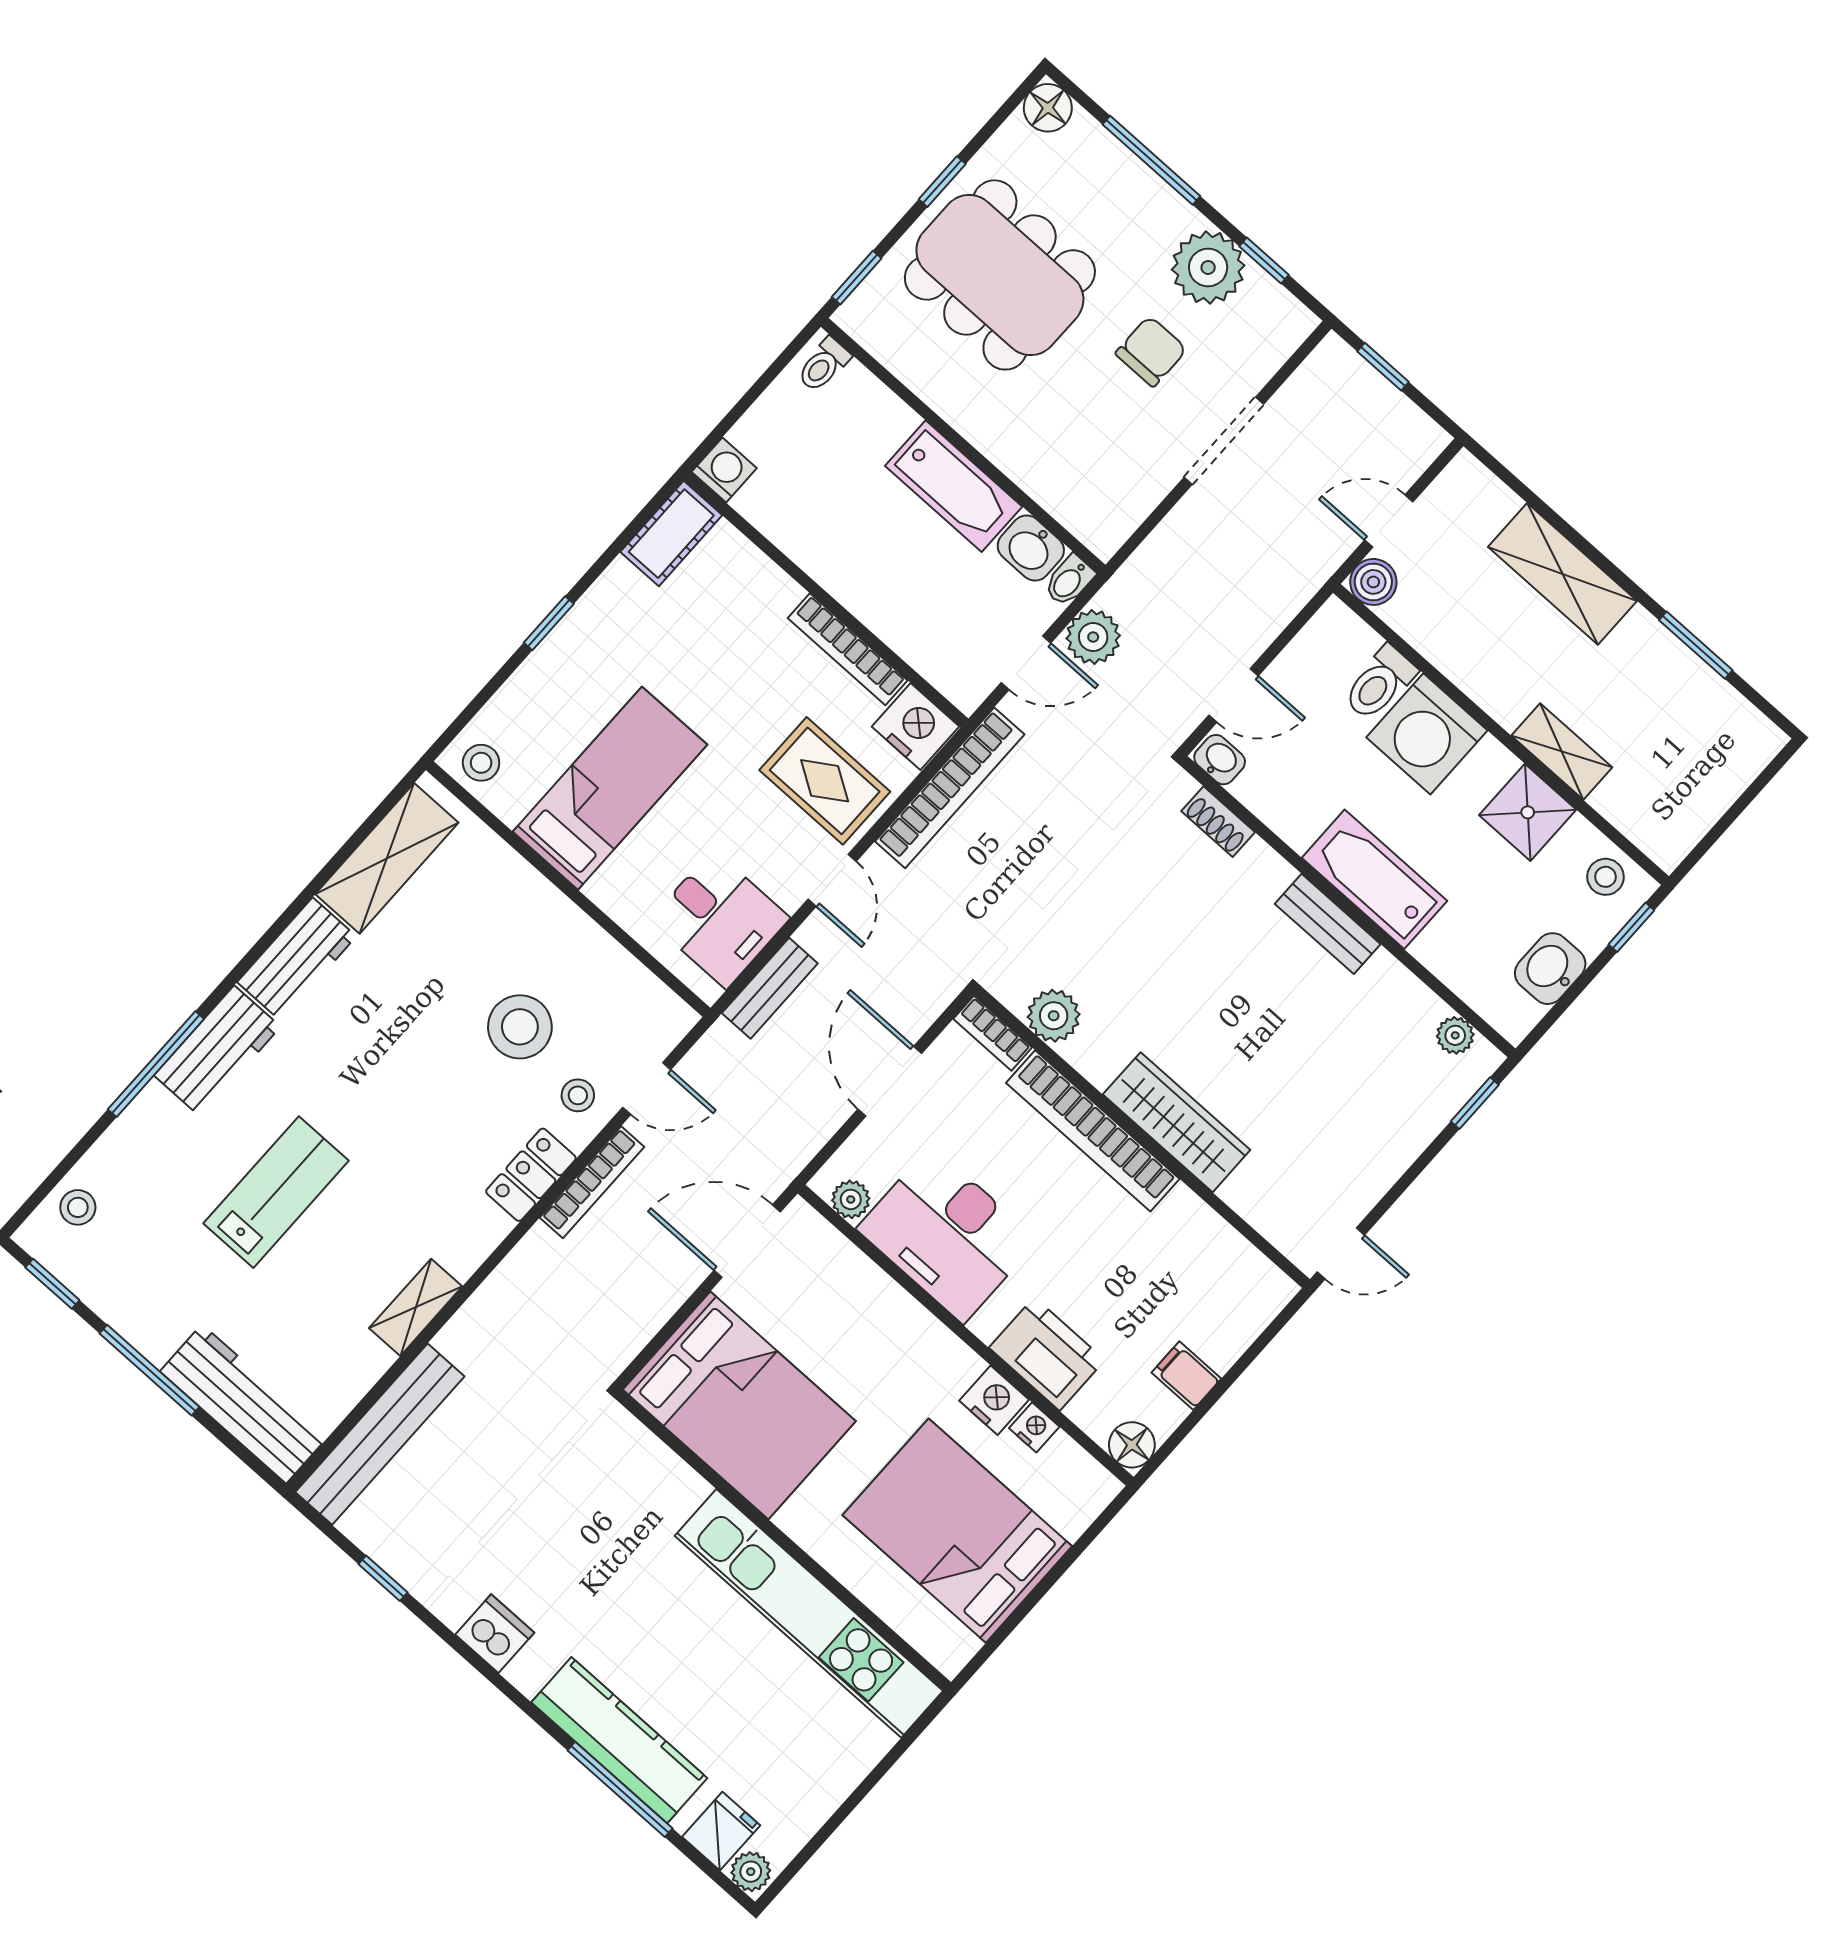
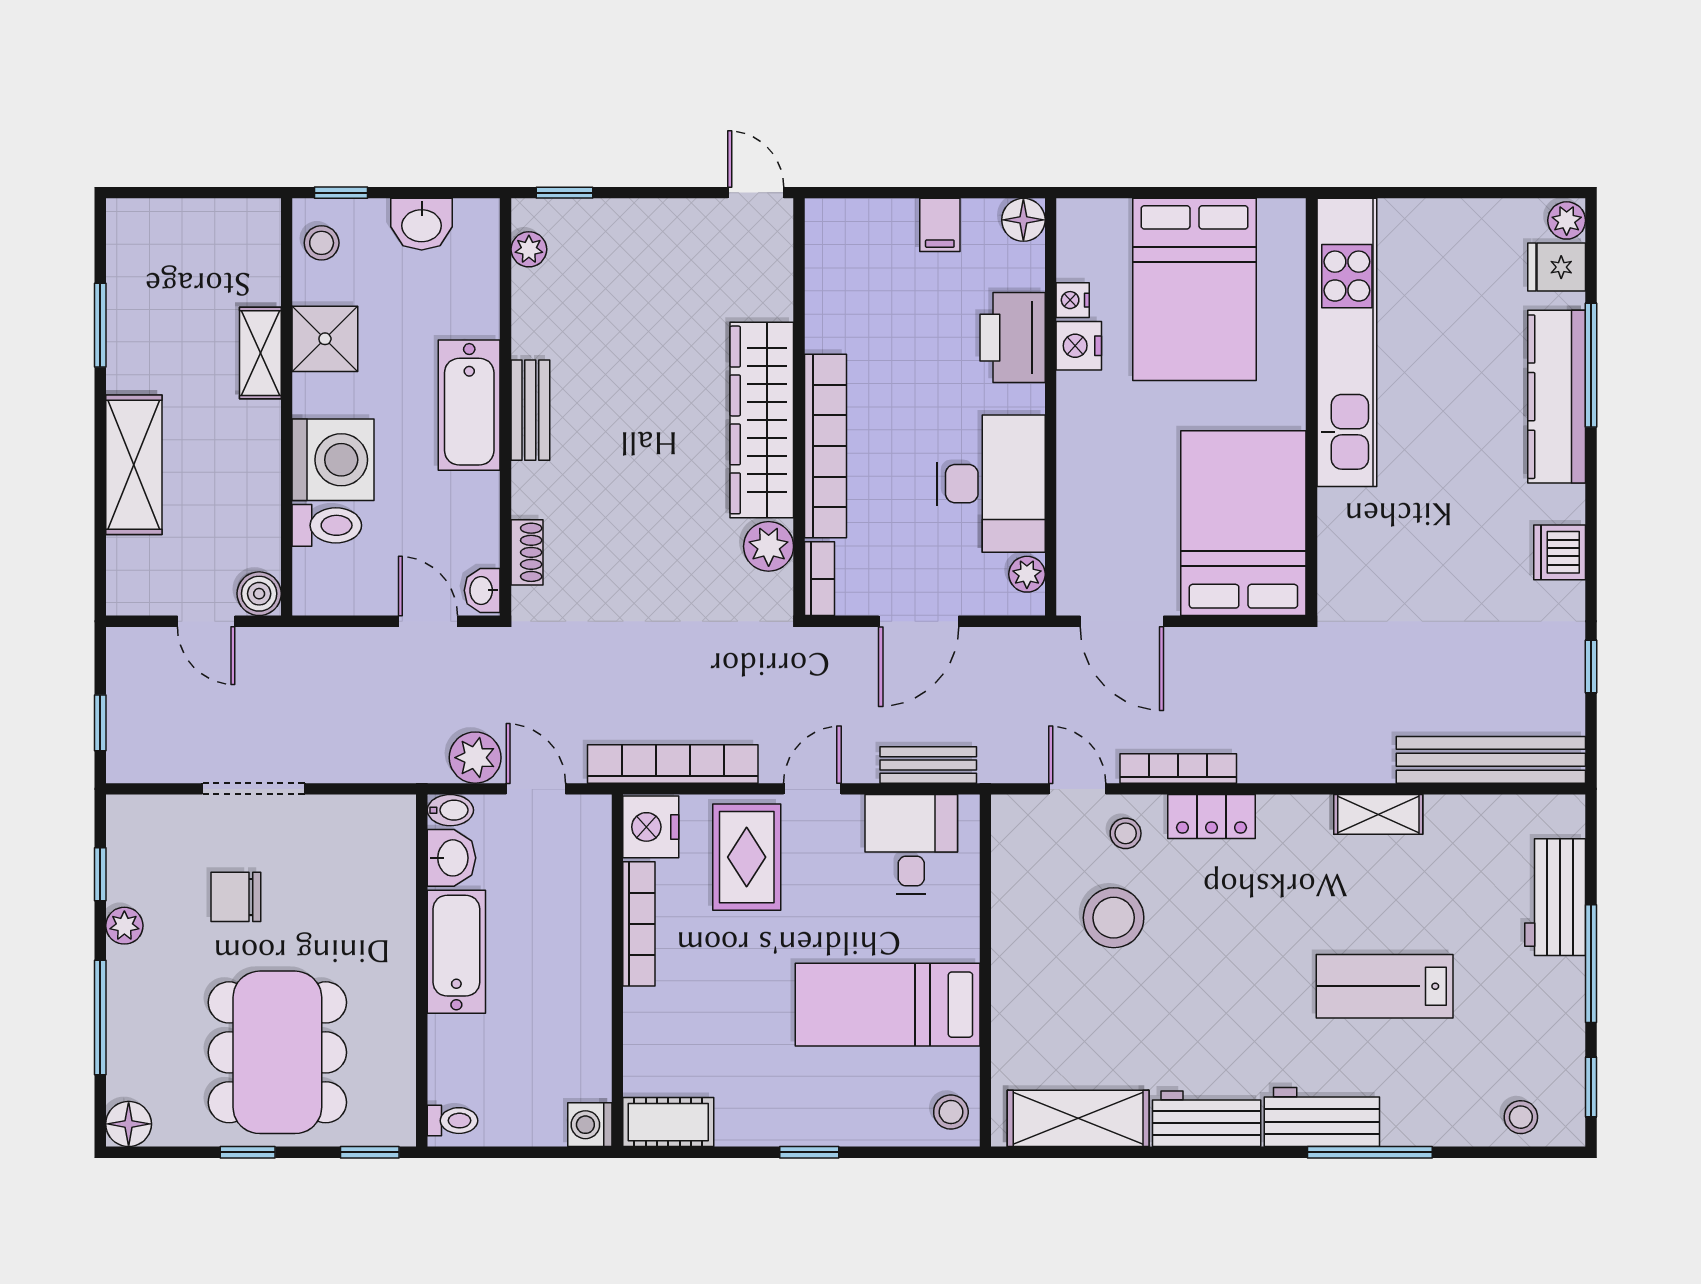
plant: (1208, 268) -> (124, 926), width x0.53, depth x0.53
wardrobe: (1177, 1122) -> (762, 420), width x1.40, depth x1.17
workbench: (244, 1404) -> (1555, 897), width x0.73

